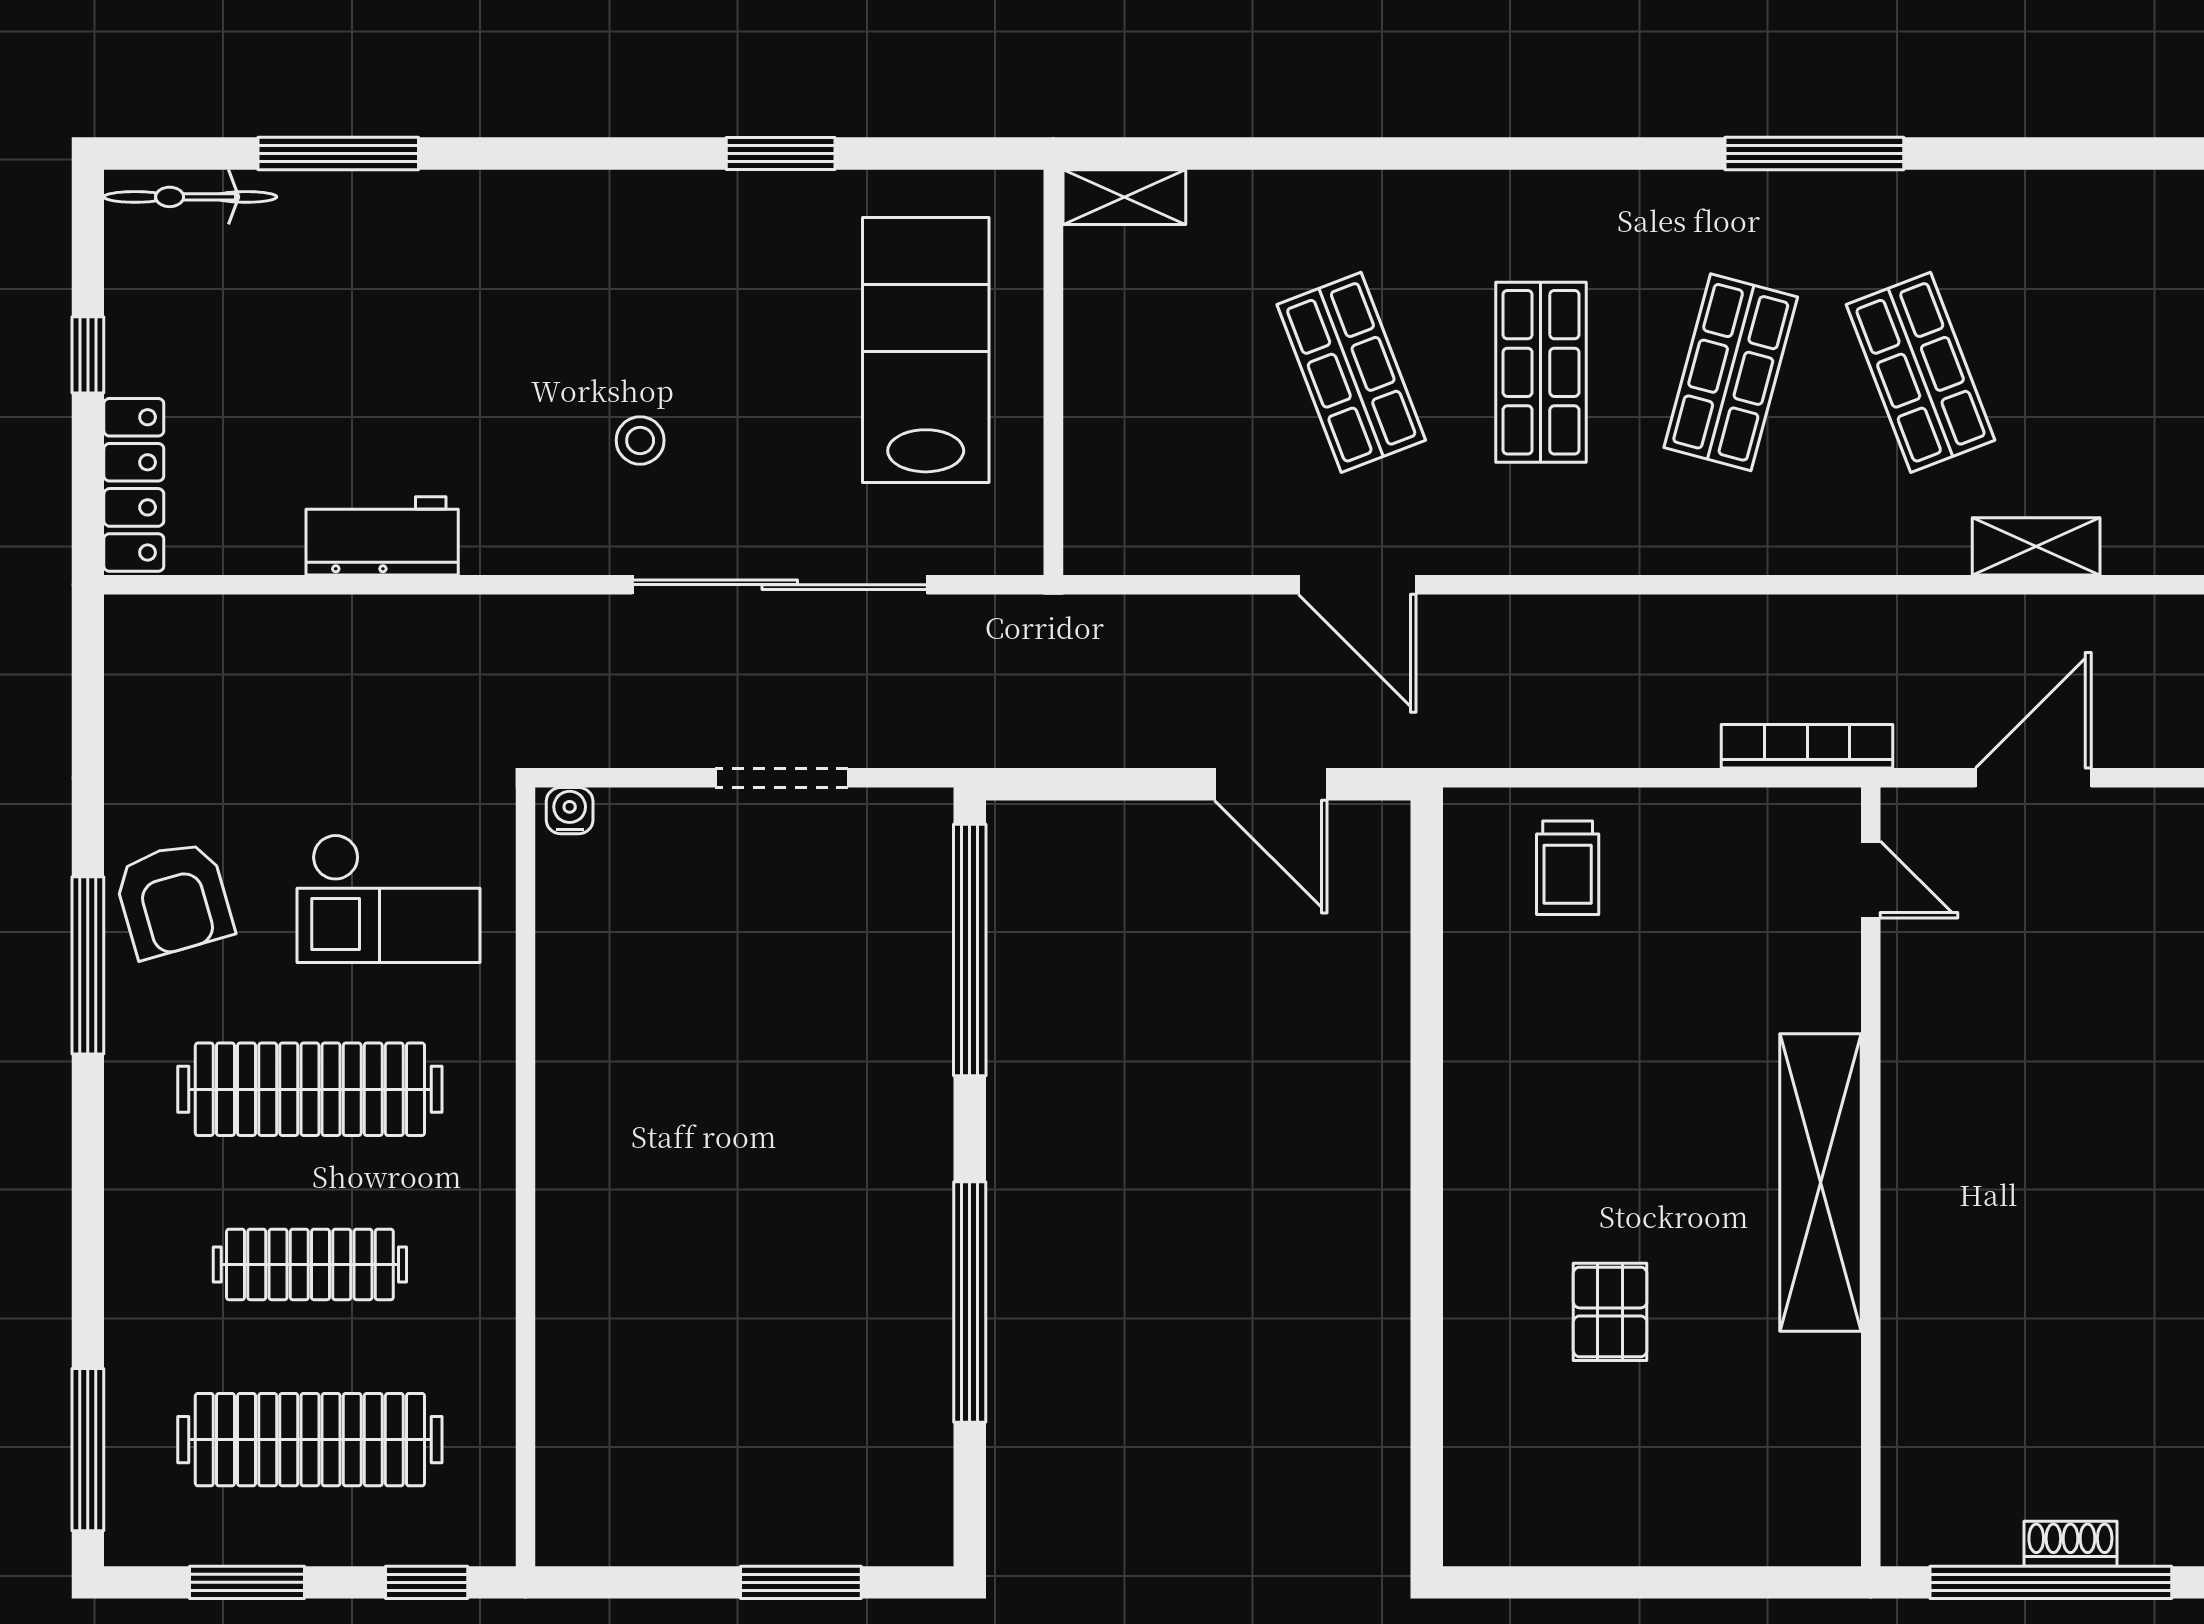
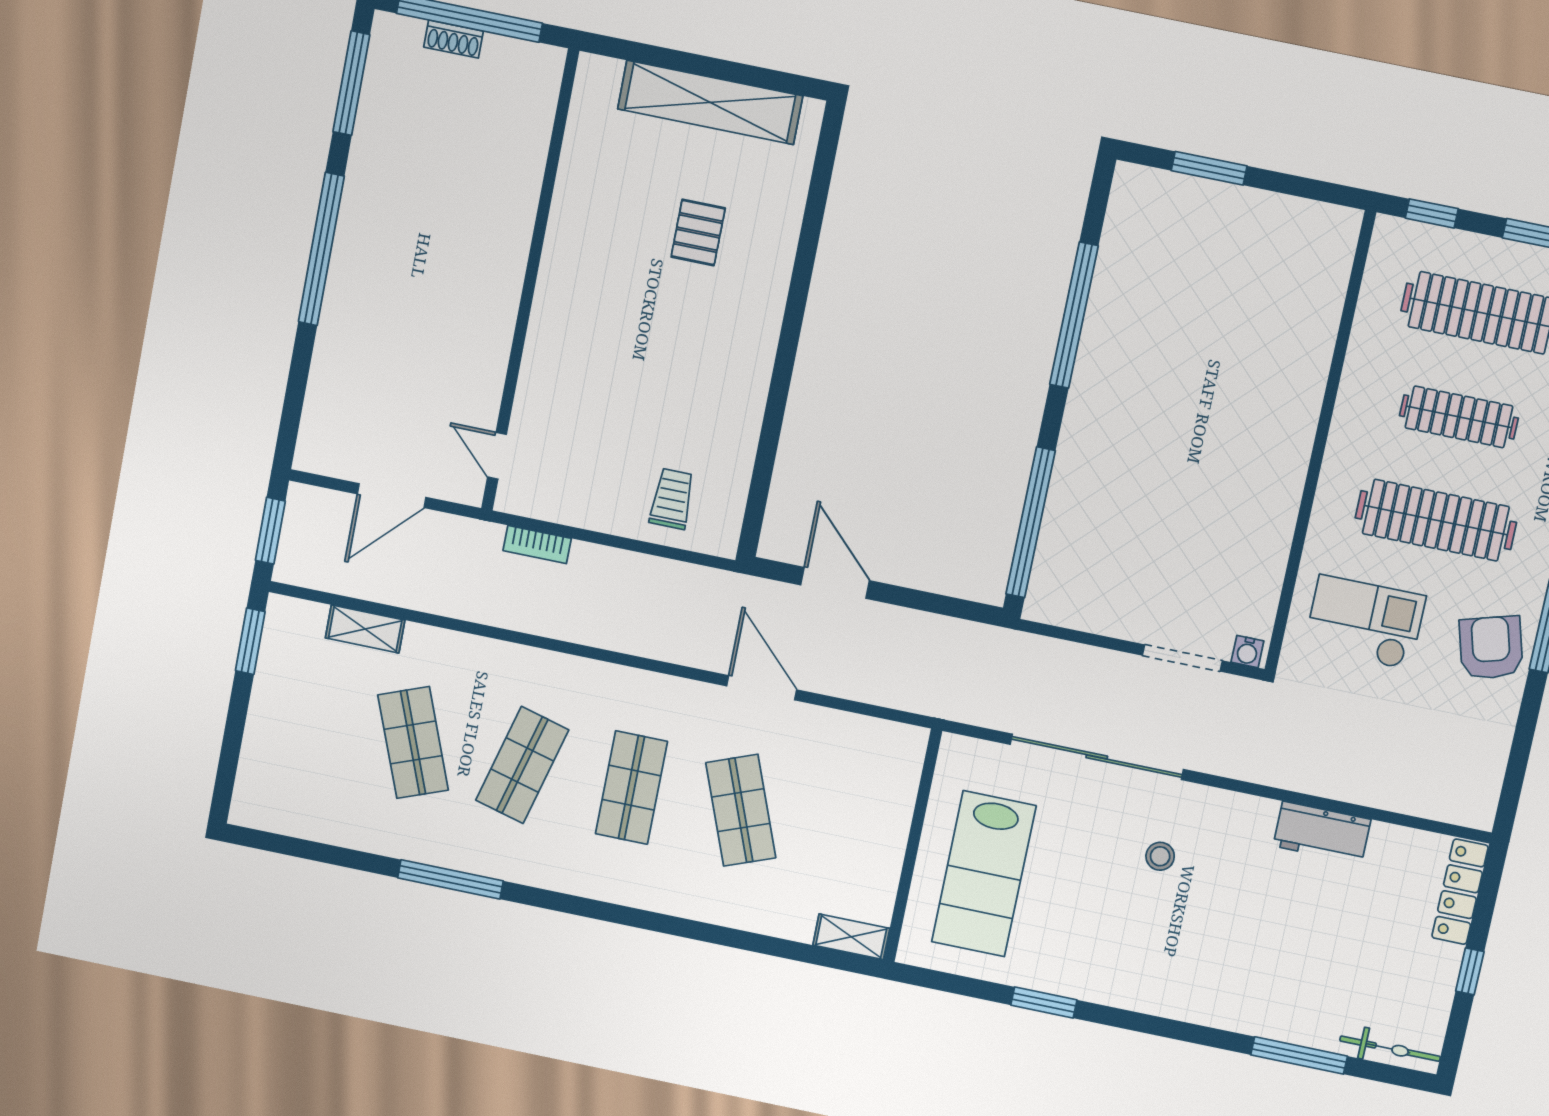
bookcase: (1807, 746) -> (537, 545), width x0.64
doorway: (782, 778) -> (1182, 658), moved
shelving: (1821, 1183) -> (710, 102), moved, turned 90

